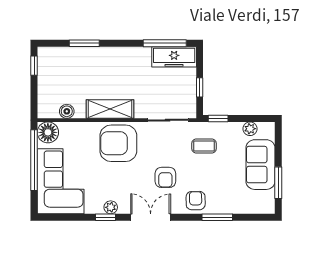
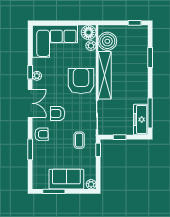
shelving: (110, 109) -> (105, 75), width x1.47
boiler: (67, 111) -> (107, 41), width x1.86, depth x1.86
plant: (67, 129) -> (91, 46), added
plant: (250, 129) -> (91, 184), moved
window: (34, 160) -> (69, 23), removed

